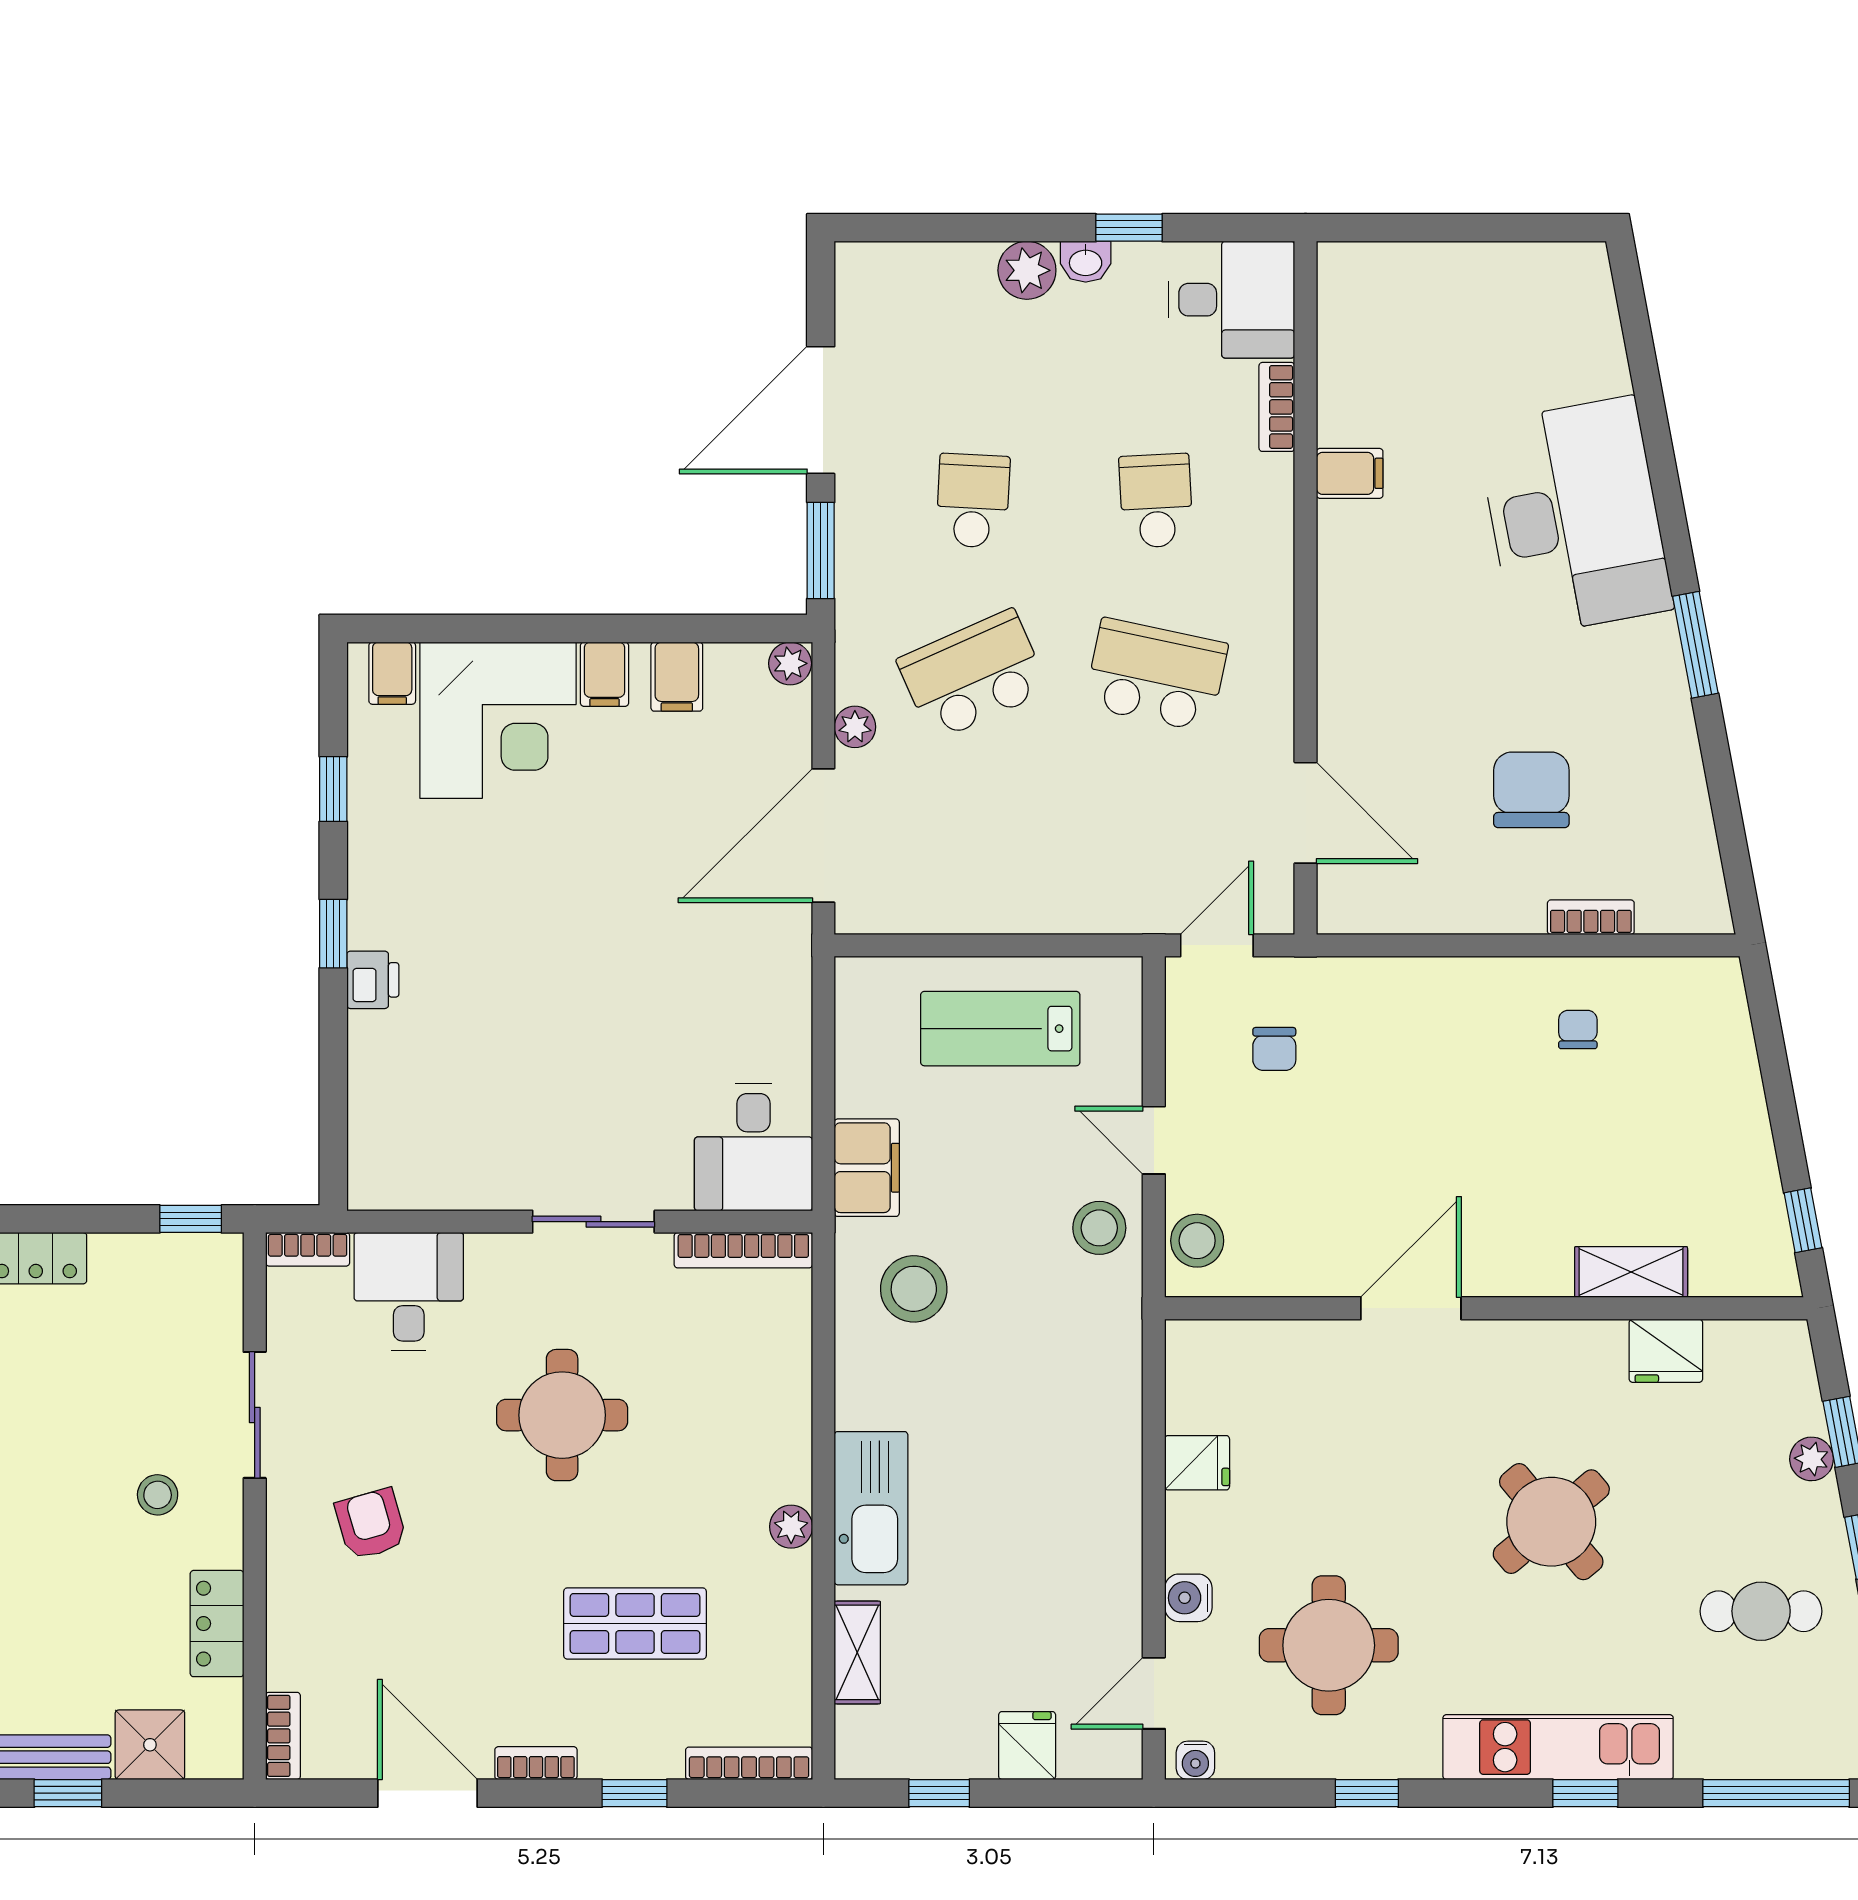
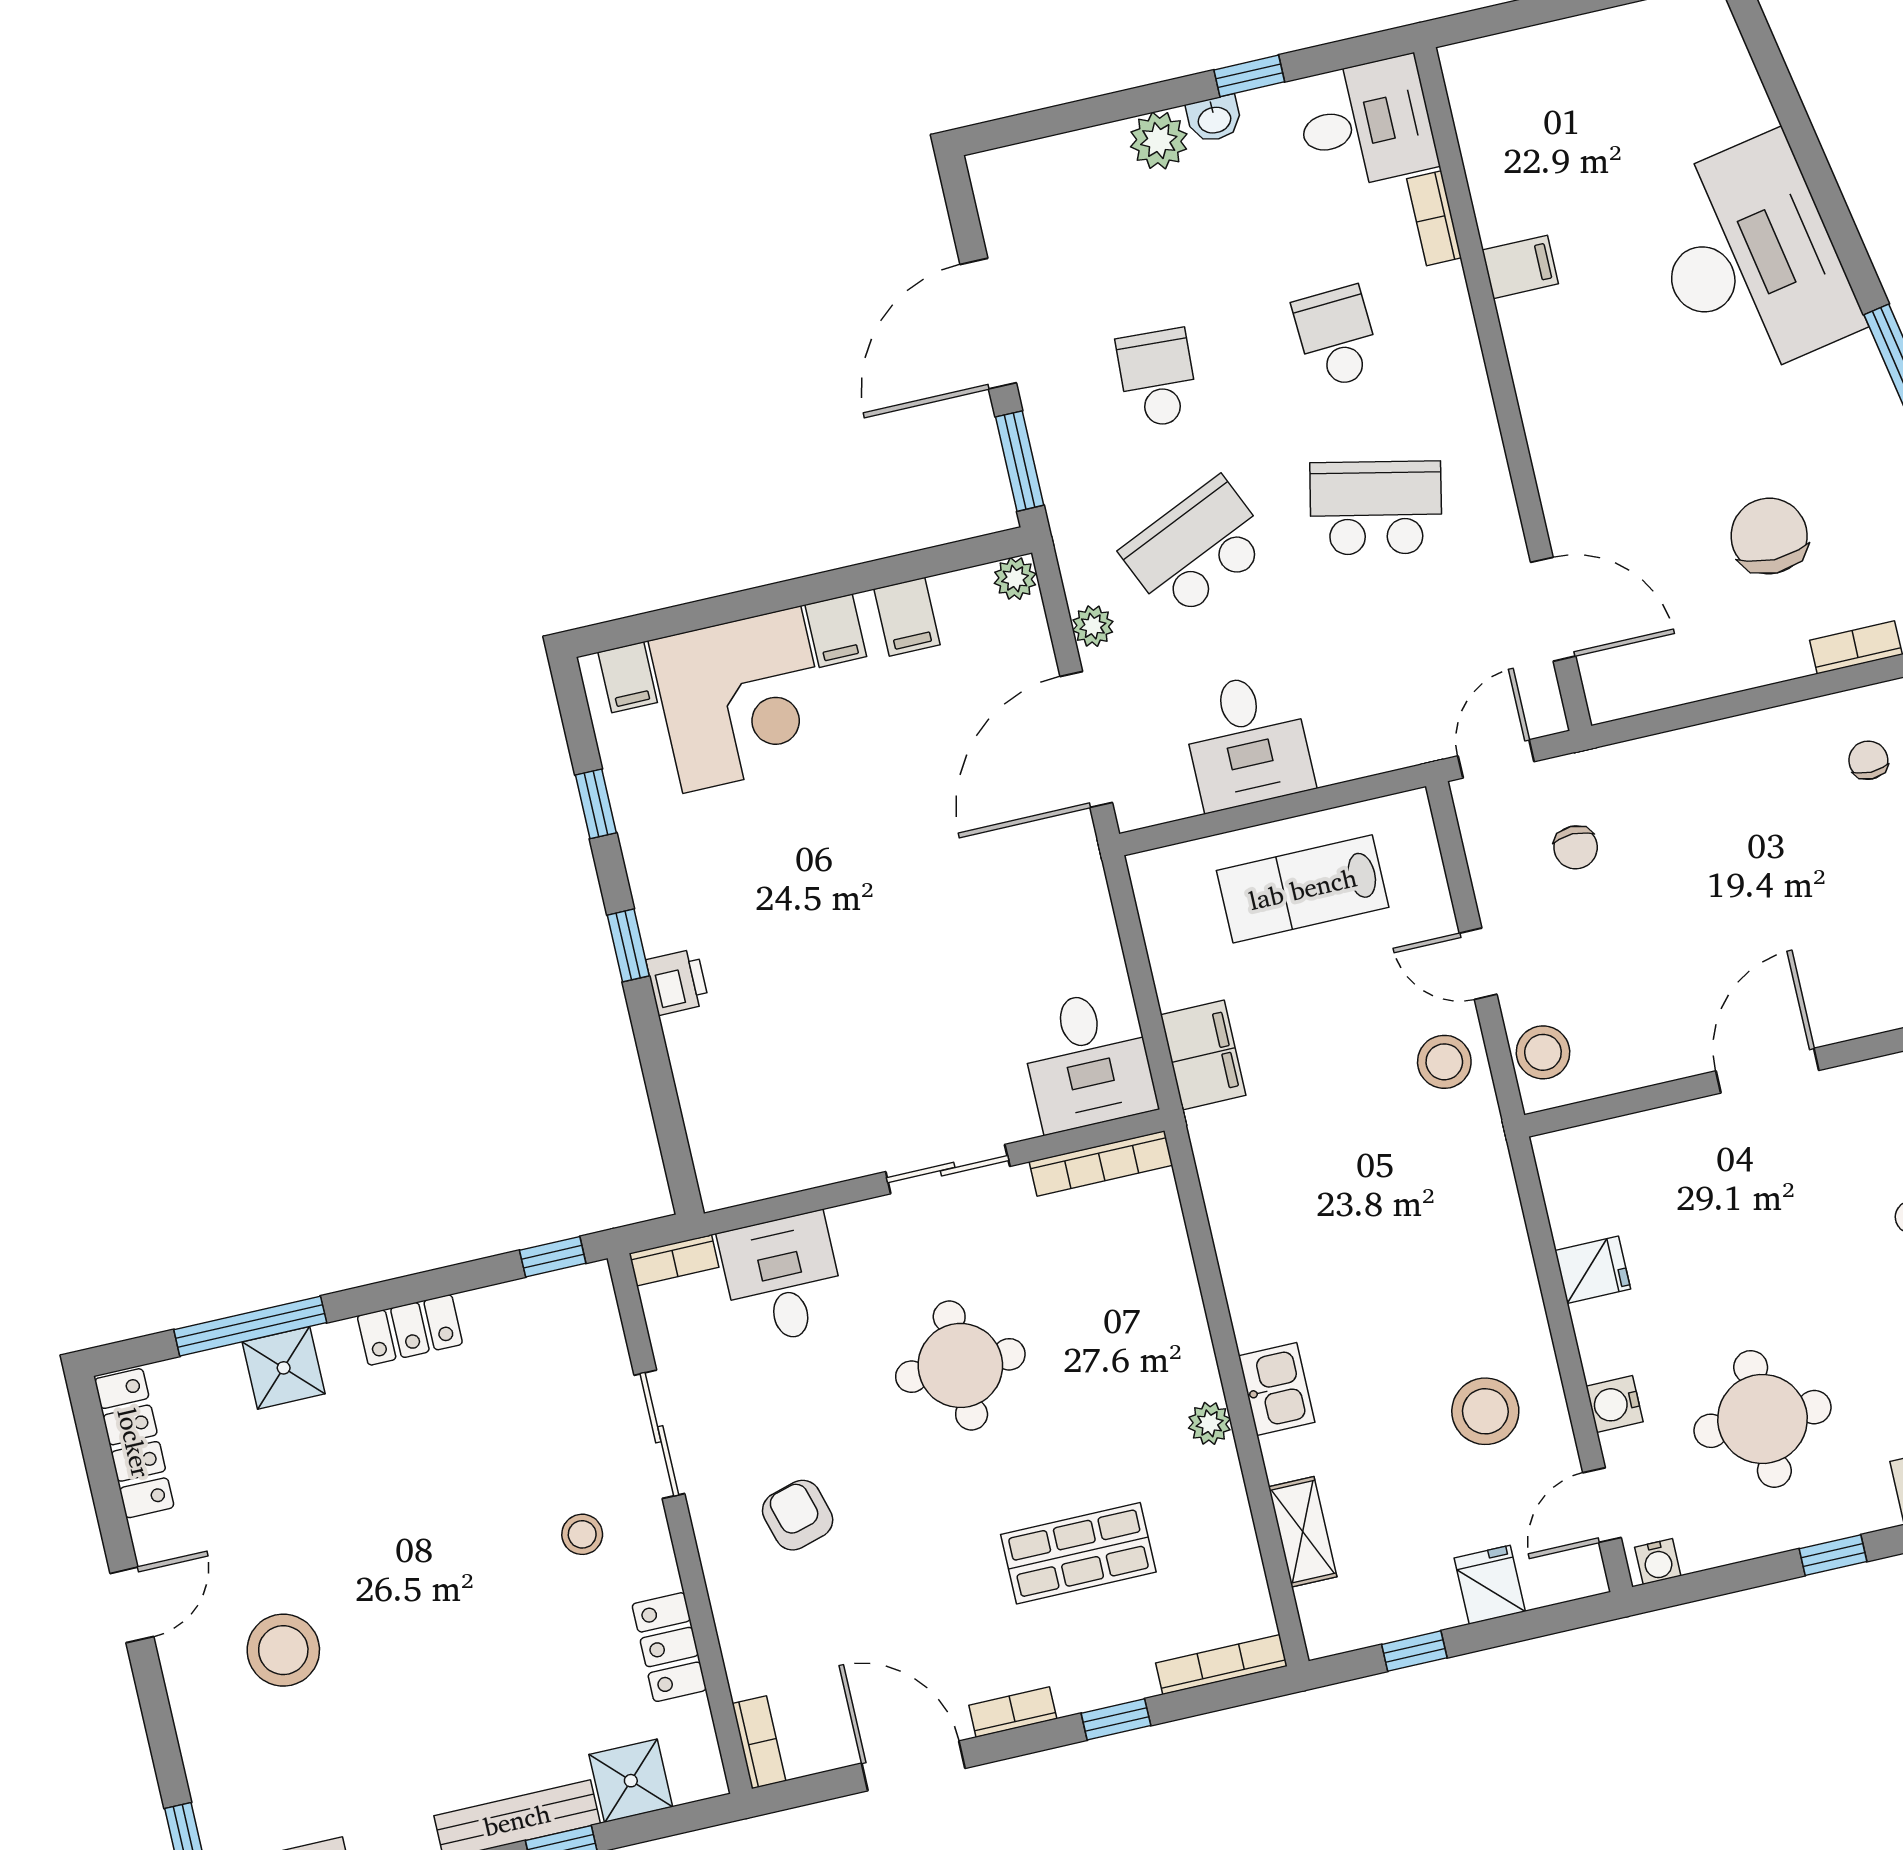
desk: (979, 873) -> (1247, 741), added
stool: (914, 1289) -> (1485, 1411), moved
kitchen sink: (871, 1508) -> (1277, 1389), width x0.53, depth x0.81

